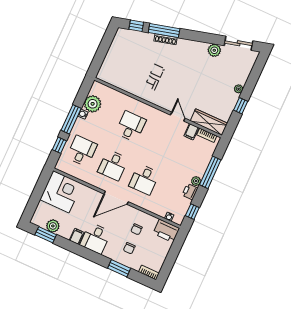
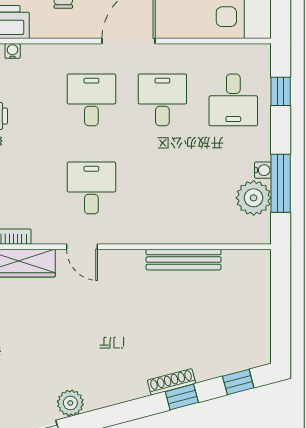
window: (164, 31) -> (182, 397), width x0.46
bench: (136, 91) -> (184, 260), added
window: (71, 119) -> (281, 183), moved
desk: (131, 126) -> (91, 188), moved, turned 180
filing cabinet: (191, 132) -> (44, 230), removed

